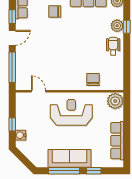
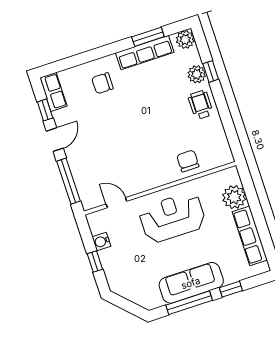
plant: (115, 101) -> (234, 197), moved
water cooler: (21, 135) -> (101, 241), moved

